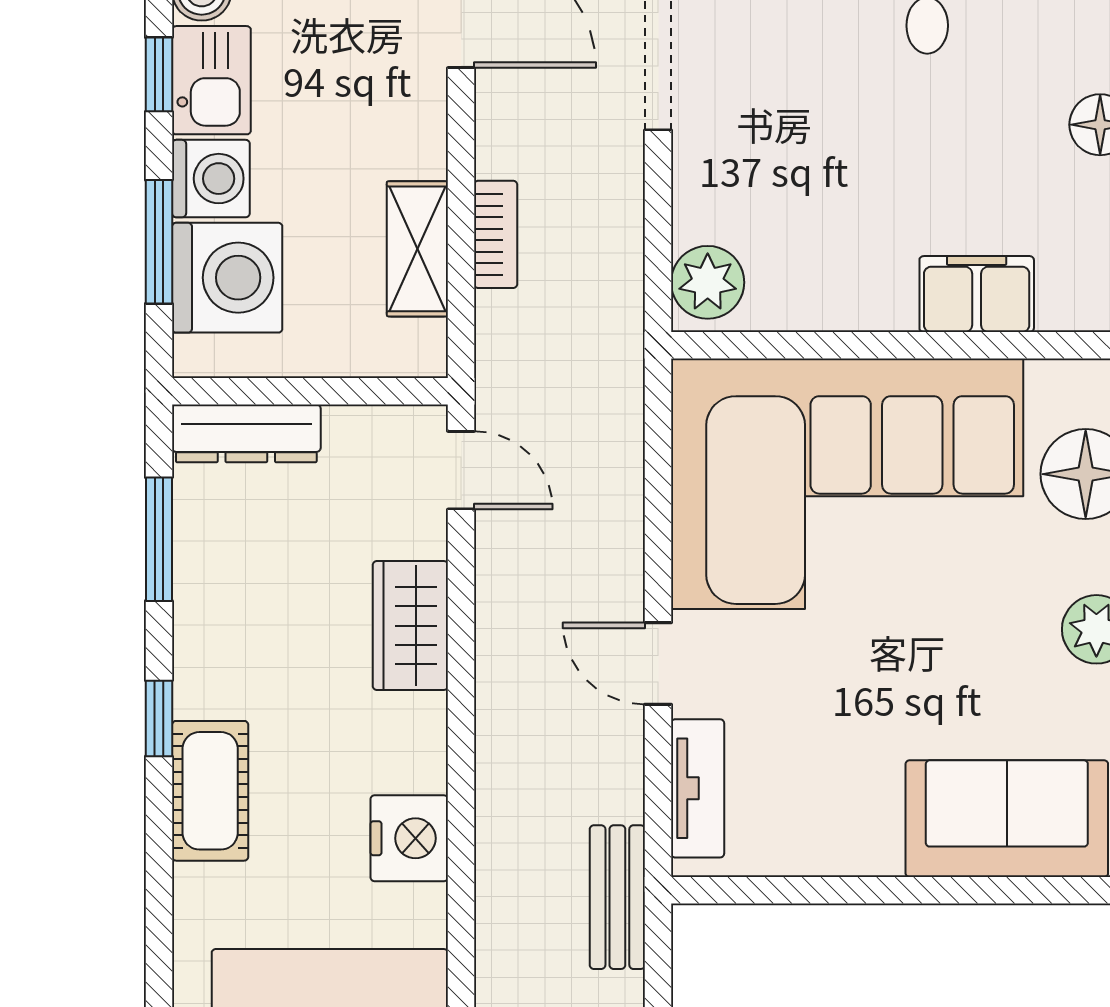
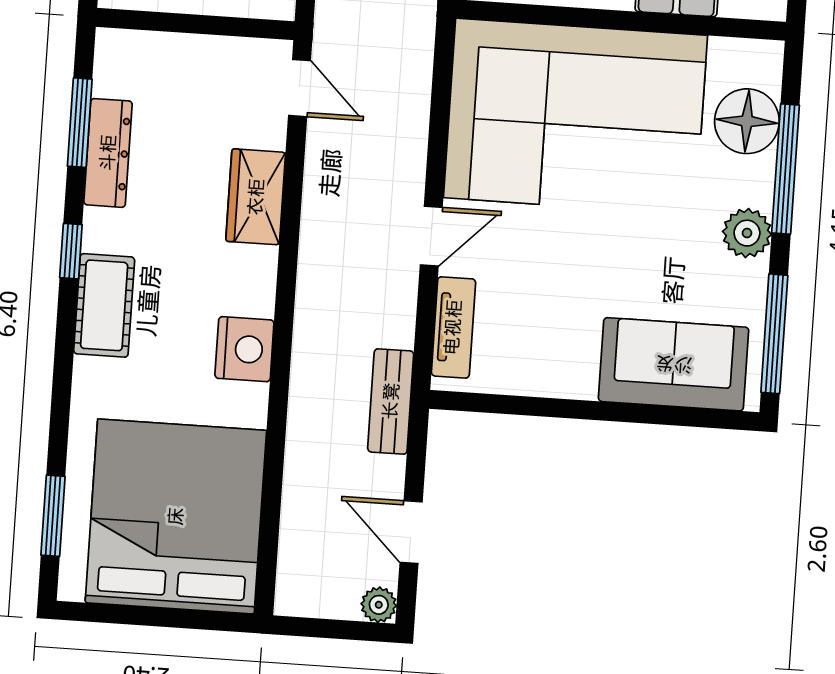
dresser: (246, 433) -> (108, 153), moved, turned -90
door: (658, 663) -> (431, 236), swing flipped

